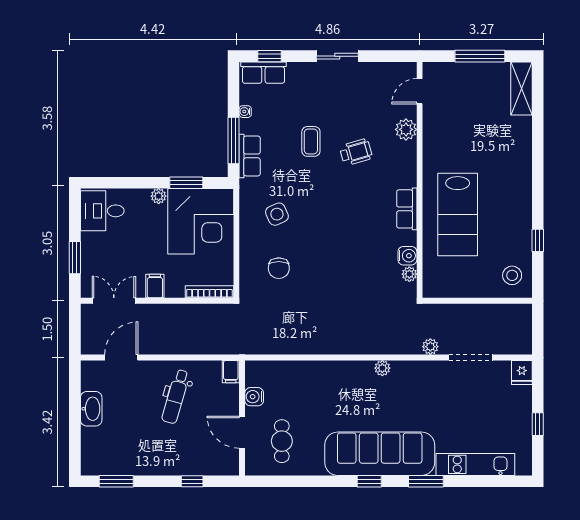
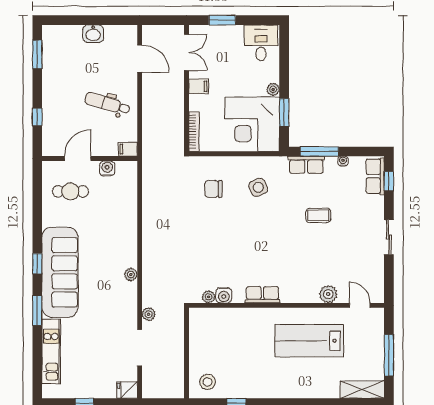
wheelchair: (356, 152) -> (310, 253), removed
lab bench: (458, 215) -> (309, 341), moved
washbasin: (91, 409) -> (93, 34), width x0.72

